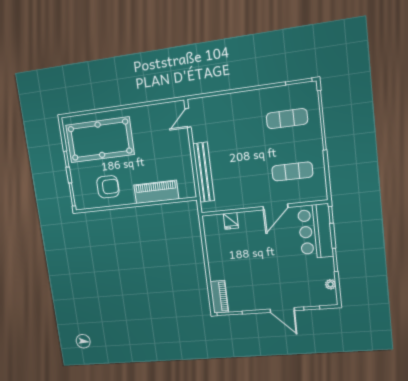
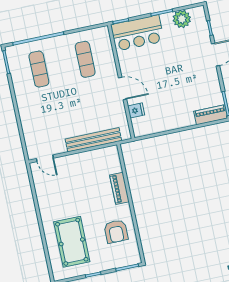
pool table: (100, 140) -> (72, 242), width x0.73, depth x0.76
armchair: (108, 187) -> (116, 231), turned 180
piano: (156, 192) -> (119, 188), width x0.73, depth x0.75
door: (275, 207) -> (122, 88), moved
plant: (330, 284) -> (182, 19), width x1.88, depth x1.88

